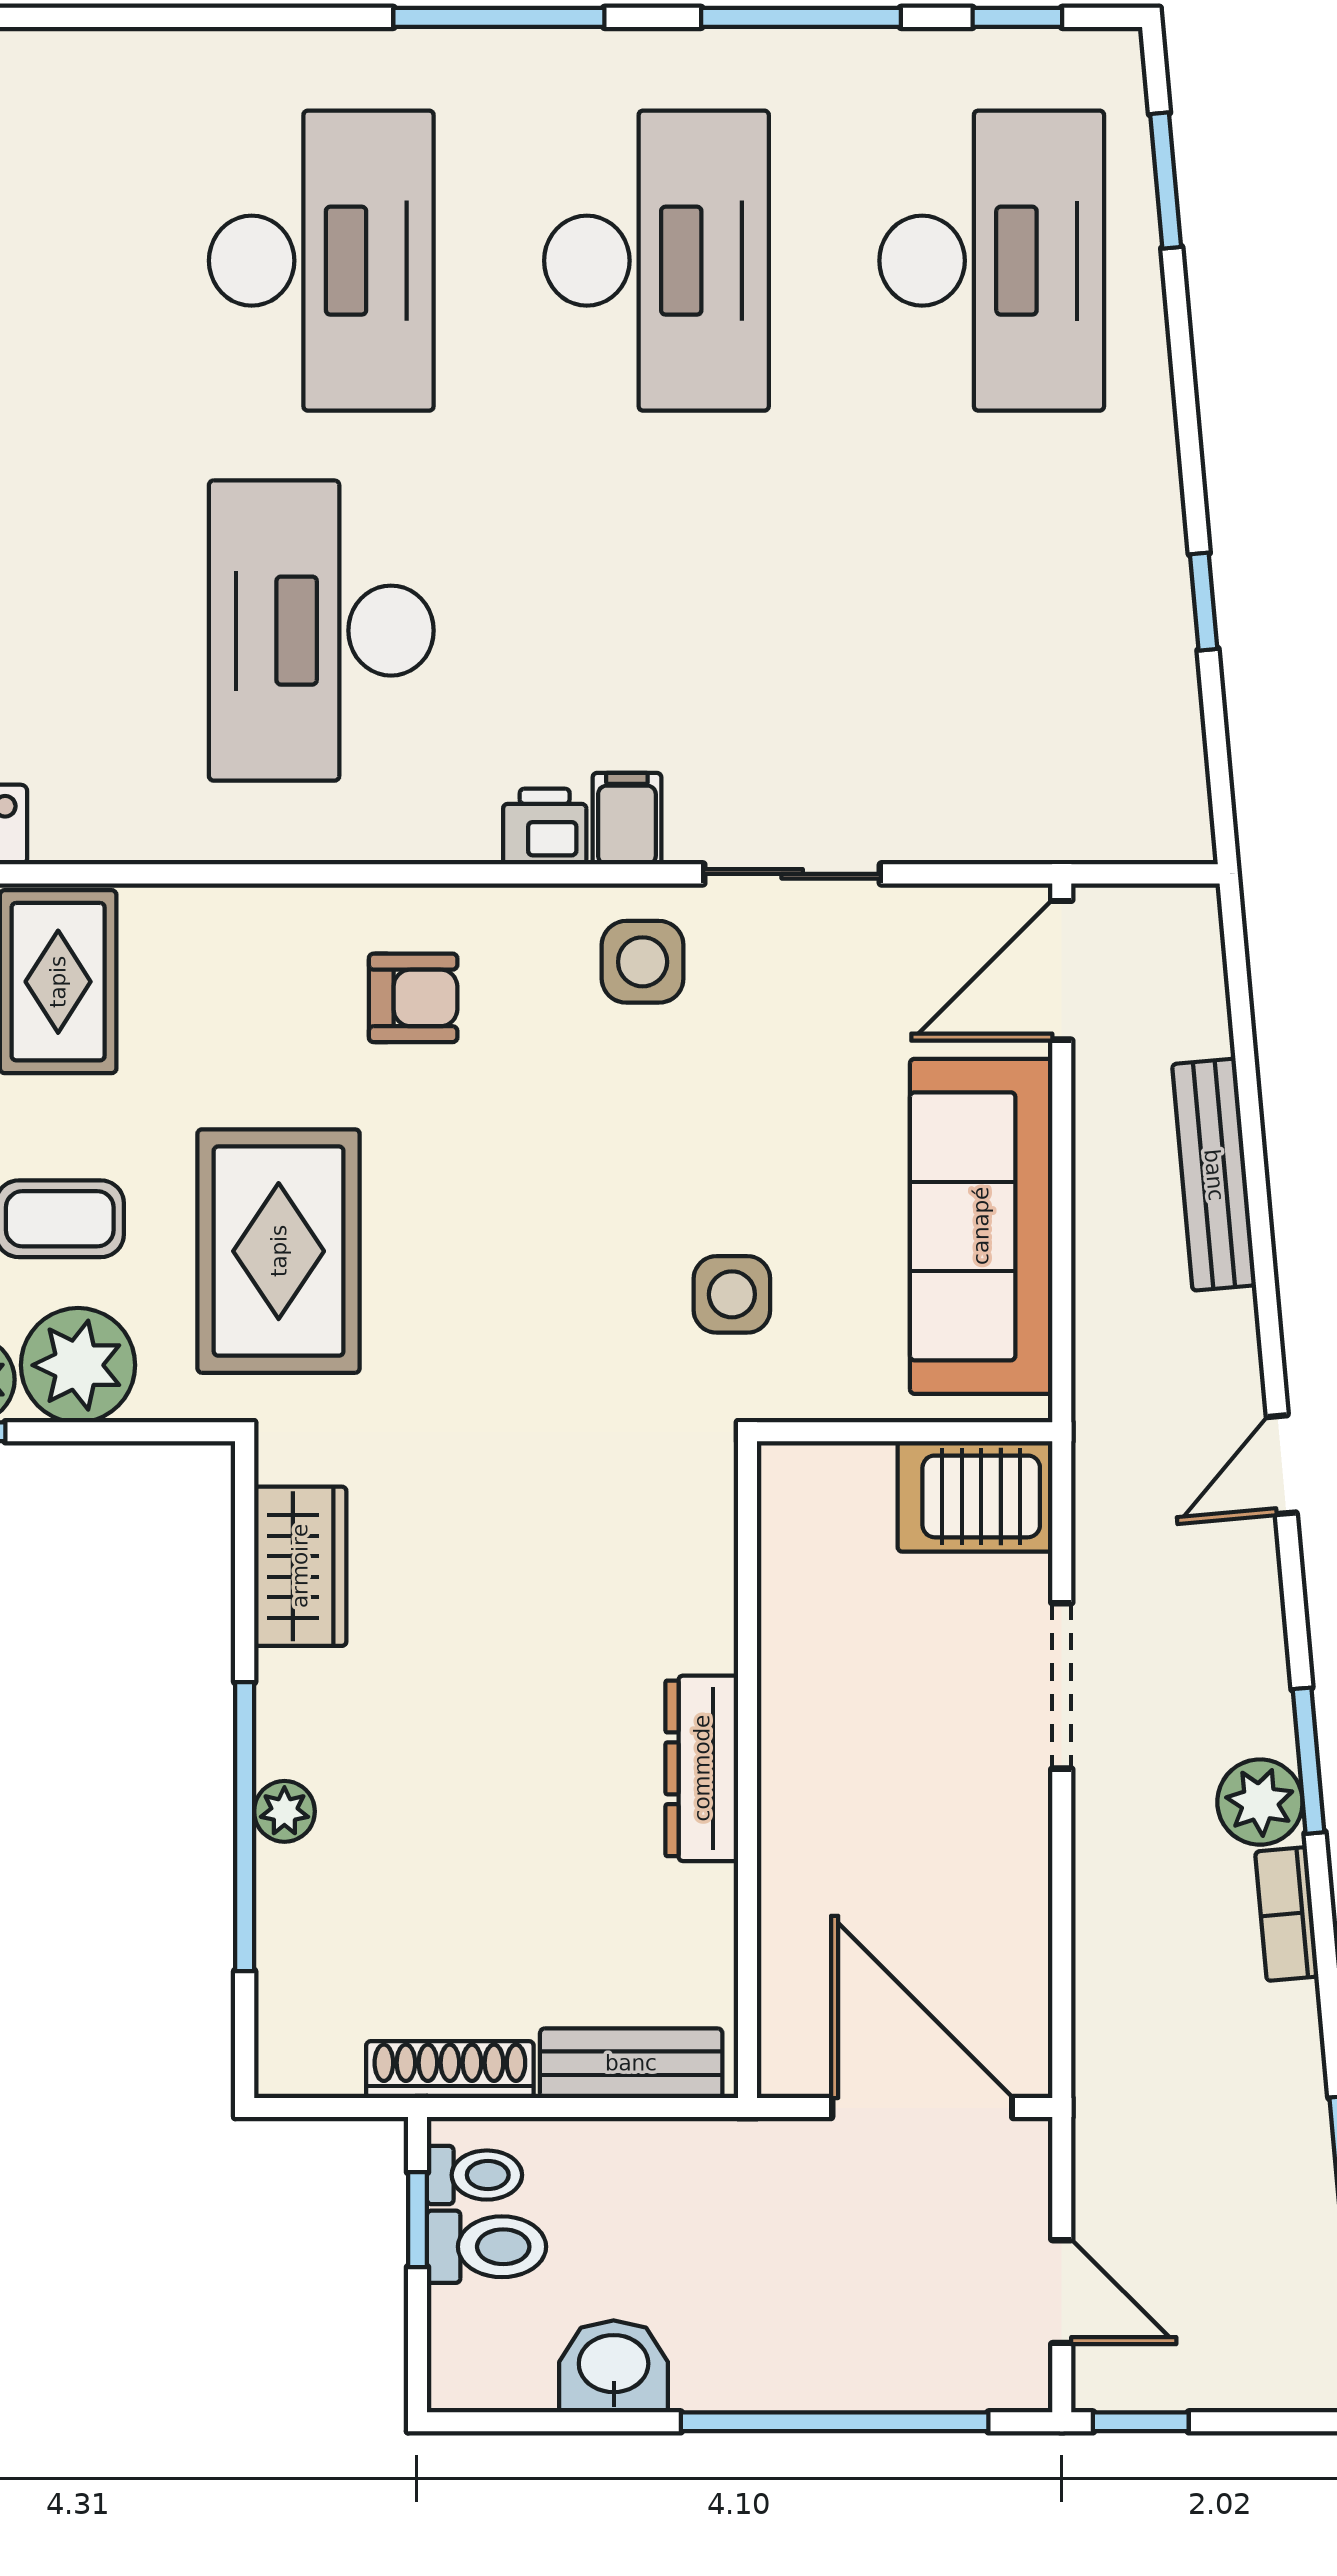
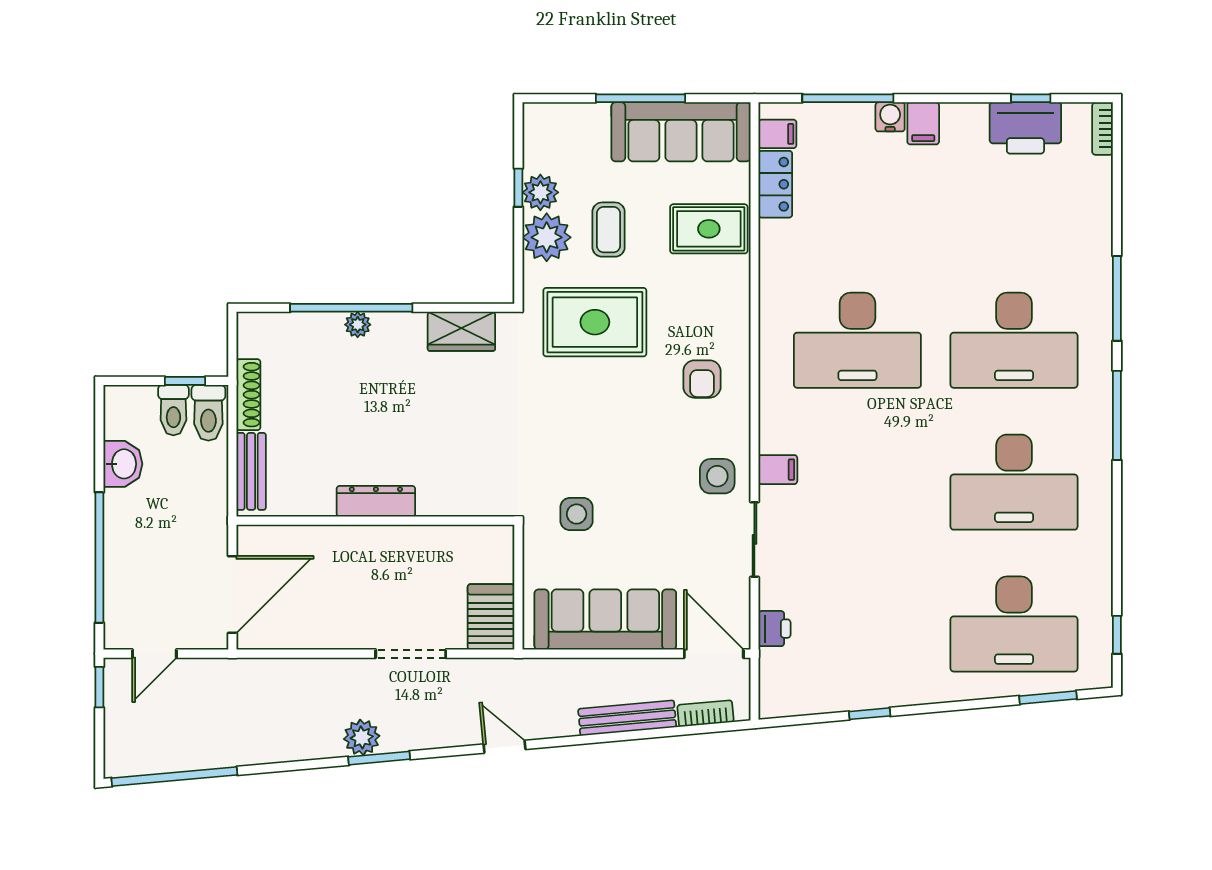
window: (801, 17) -> (1117, 298), moved
desk: (321, 631) -> (857, 340), turned 180
printer: (545, 827) -> (775, 629), moved
bookcase: (1287, 1914) -> (705, 713), moved
toilet: (474, 2175) -> (208, 413), width x1.37, depth x1.39

